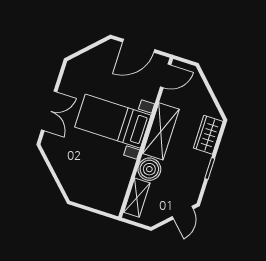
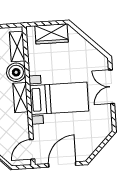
shelving: (161, 131) -> (20, 98), width x0.67, depth x0.75
wardrobe: (93, 196) -> (52, 34), added

